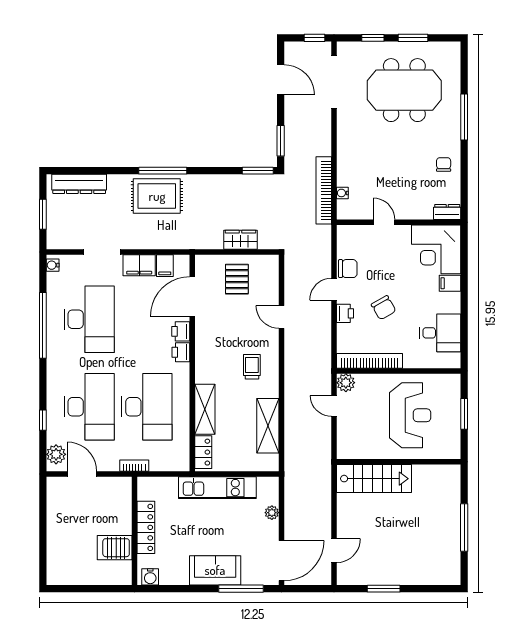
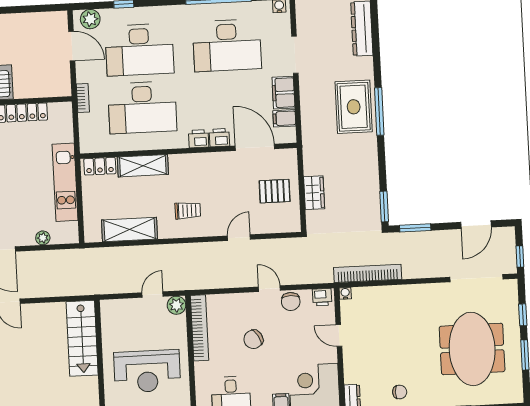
water cooler: (342, 193) -> (345, 293), moved
door: (384, 222) -> (339, 335), swing flipped
printer: (345, 313) -> (322, 297), moved
door: (82, 474) -> (72, 46), hinge flipped

